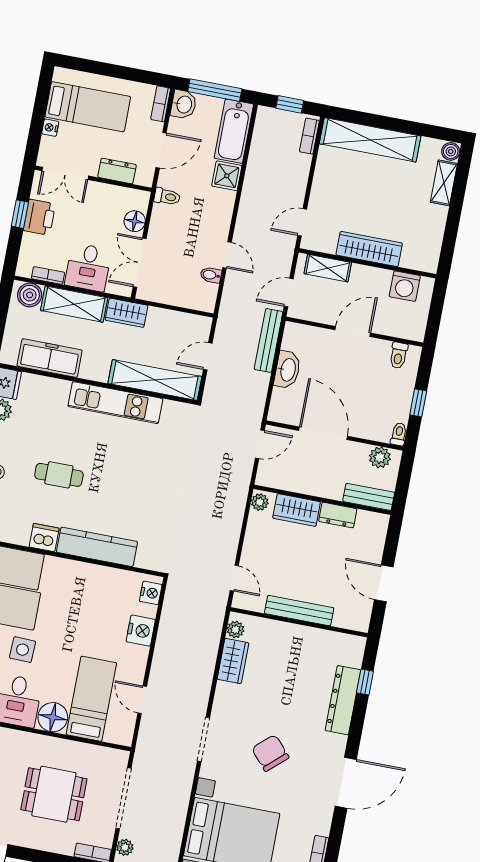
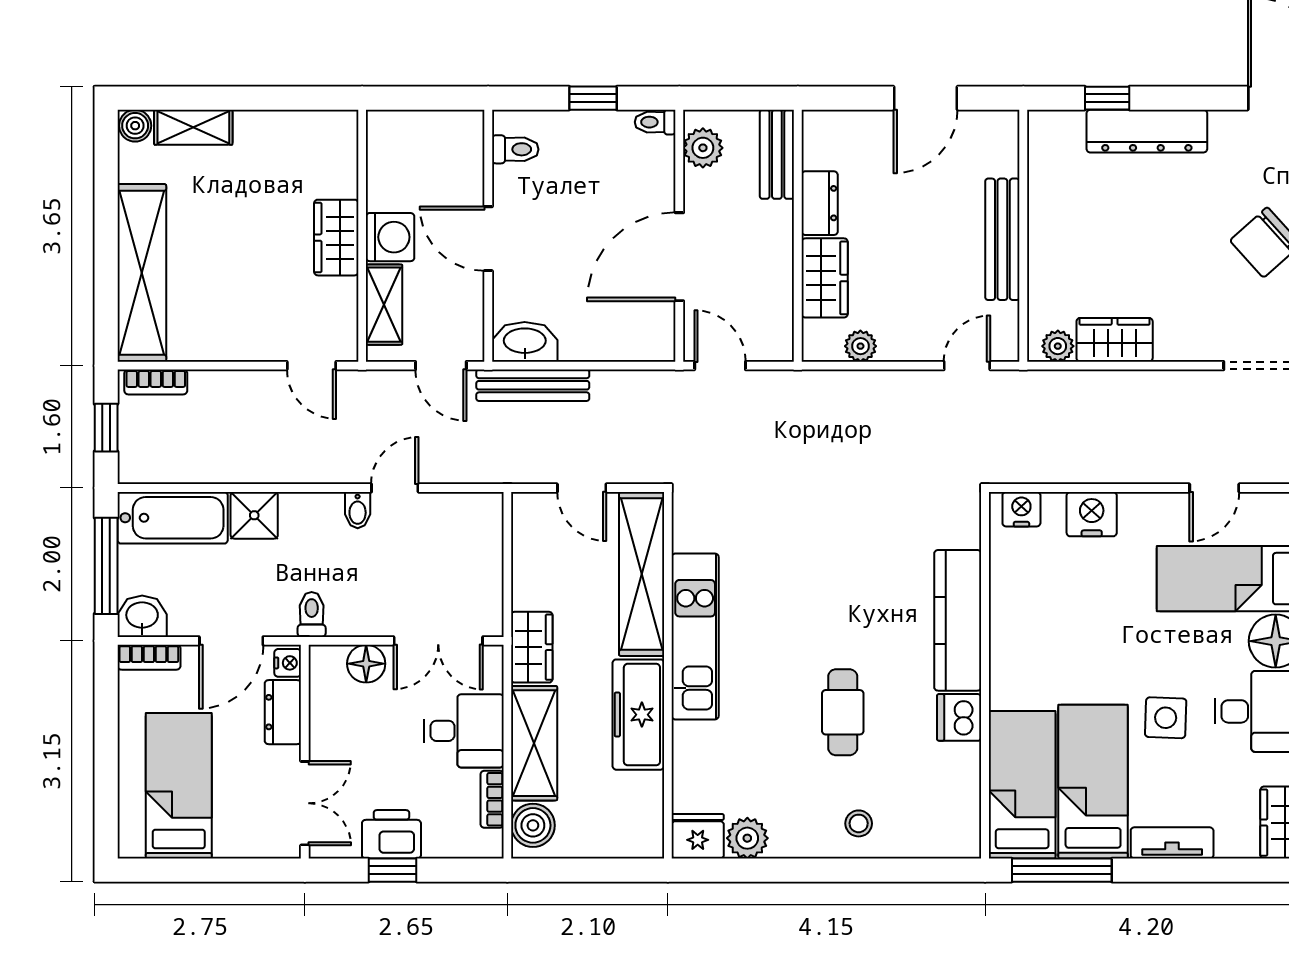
nightstand: (50, 128) -> (288, 663), moved, turned -90
door: (161, 150) -> (231, 641), swing flipped
wardrobe: (369, 249) -> (336, 238), width x0.67
bidet: (211, 275) -> (358, 510), moved
washing machine: (405, 286) -> (390, 237), moved
freezer: (50, 358) -> (638, 715), moved
washbasin: (287, 370) -> (525, 342), moved
plant: (260, 502) -> (860, 346), moved

